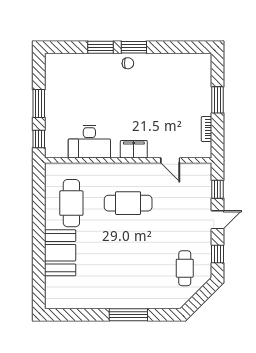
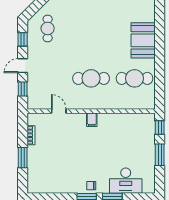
desk: (89, 142) -> (126, 181), moved, turned 180
filing cabinet: (134, 149) -> (92, 120), width x0.50
cafe table: (71, 203) -> (134, 78), turned 90

